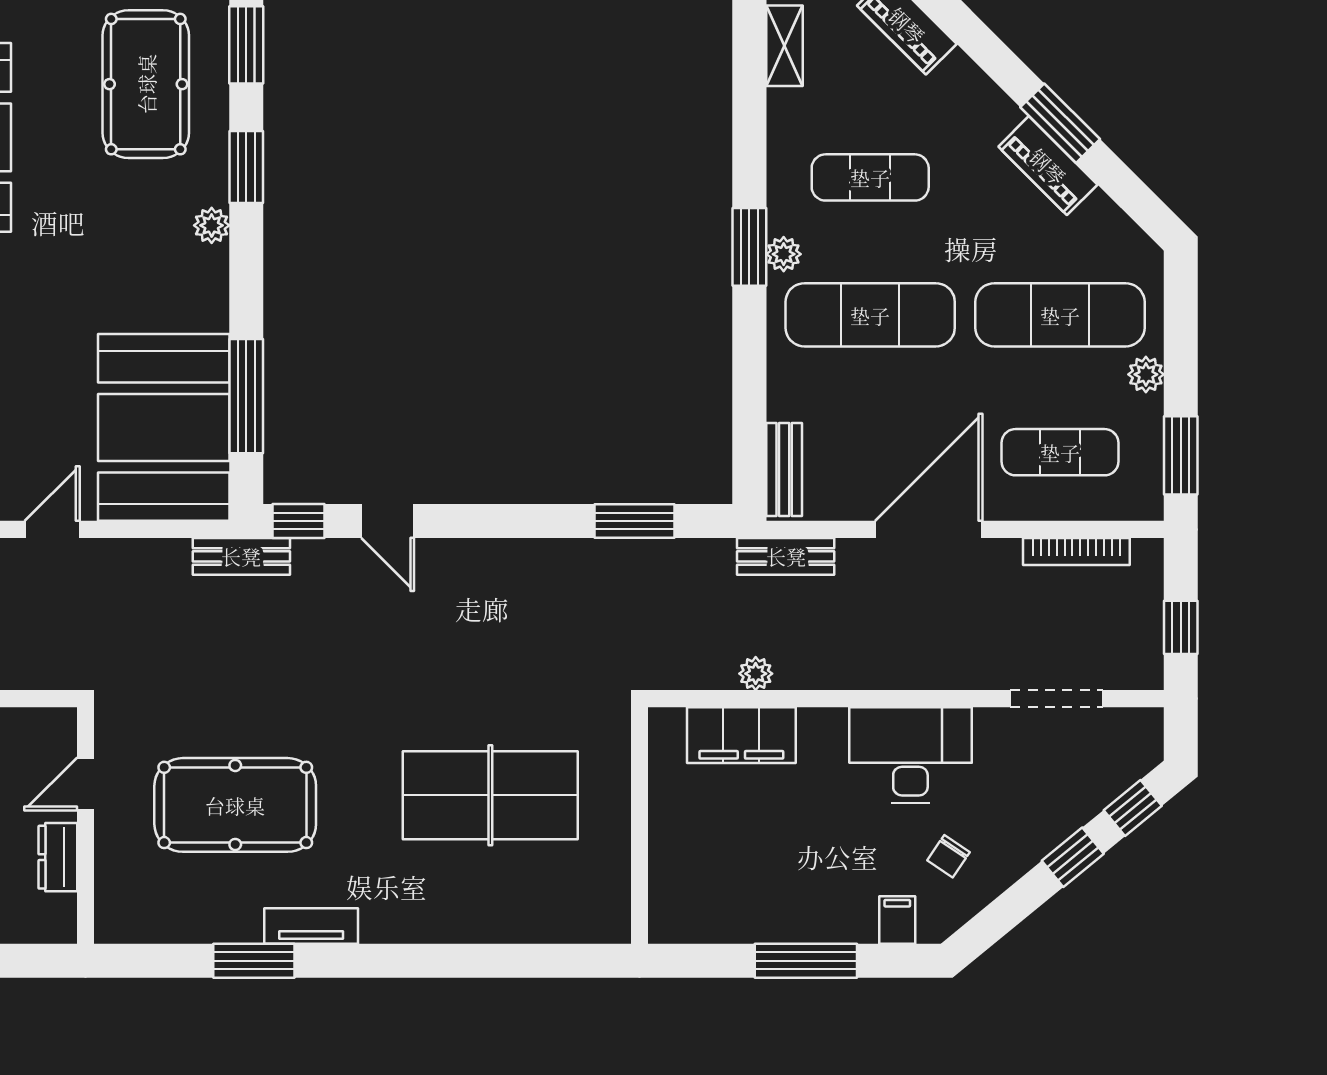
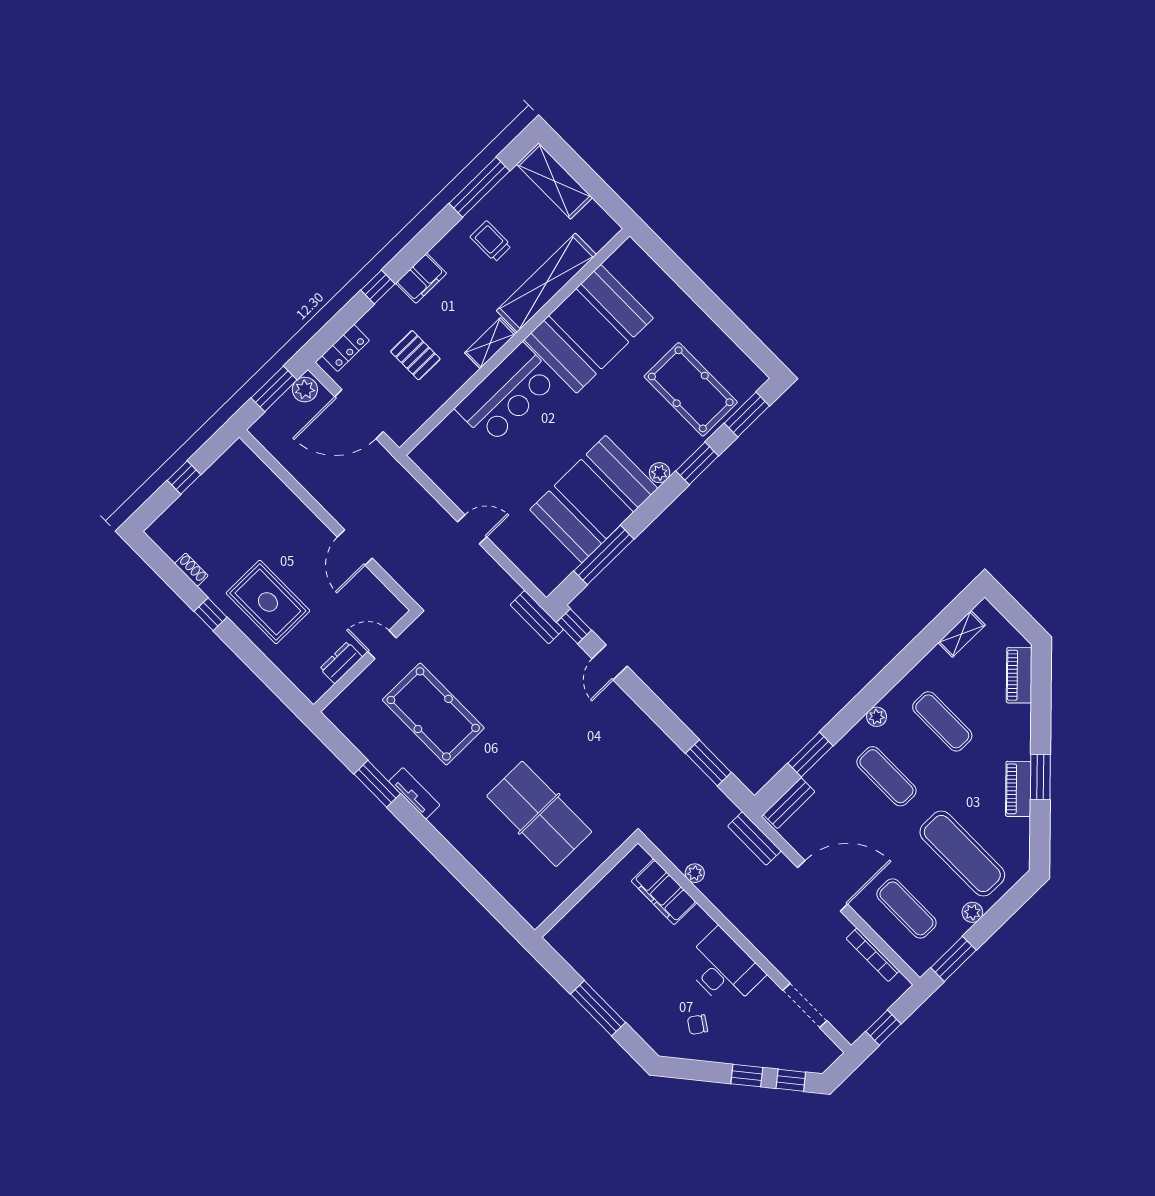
pool table: (146, 84) -> (691, 389), turned 90
window: (749, 247) -> (810, 754), moved
exercise mat: (870, 315) -> (886, 776), width x0.73, depth x0.69
booth: (164, 427) -> (594, 499), moved
filing cabinet: (897, 920) -> (651, 1029), removed

